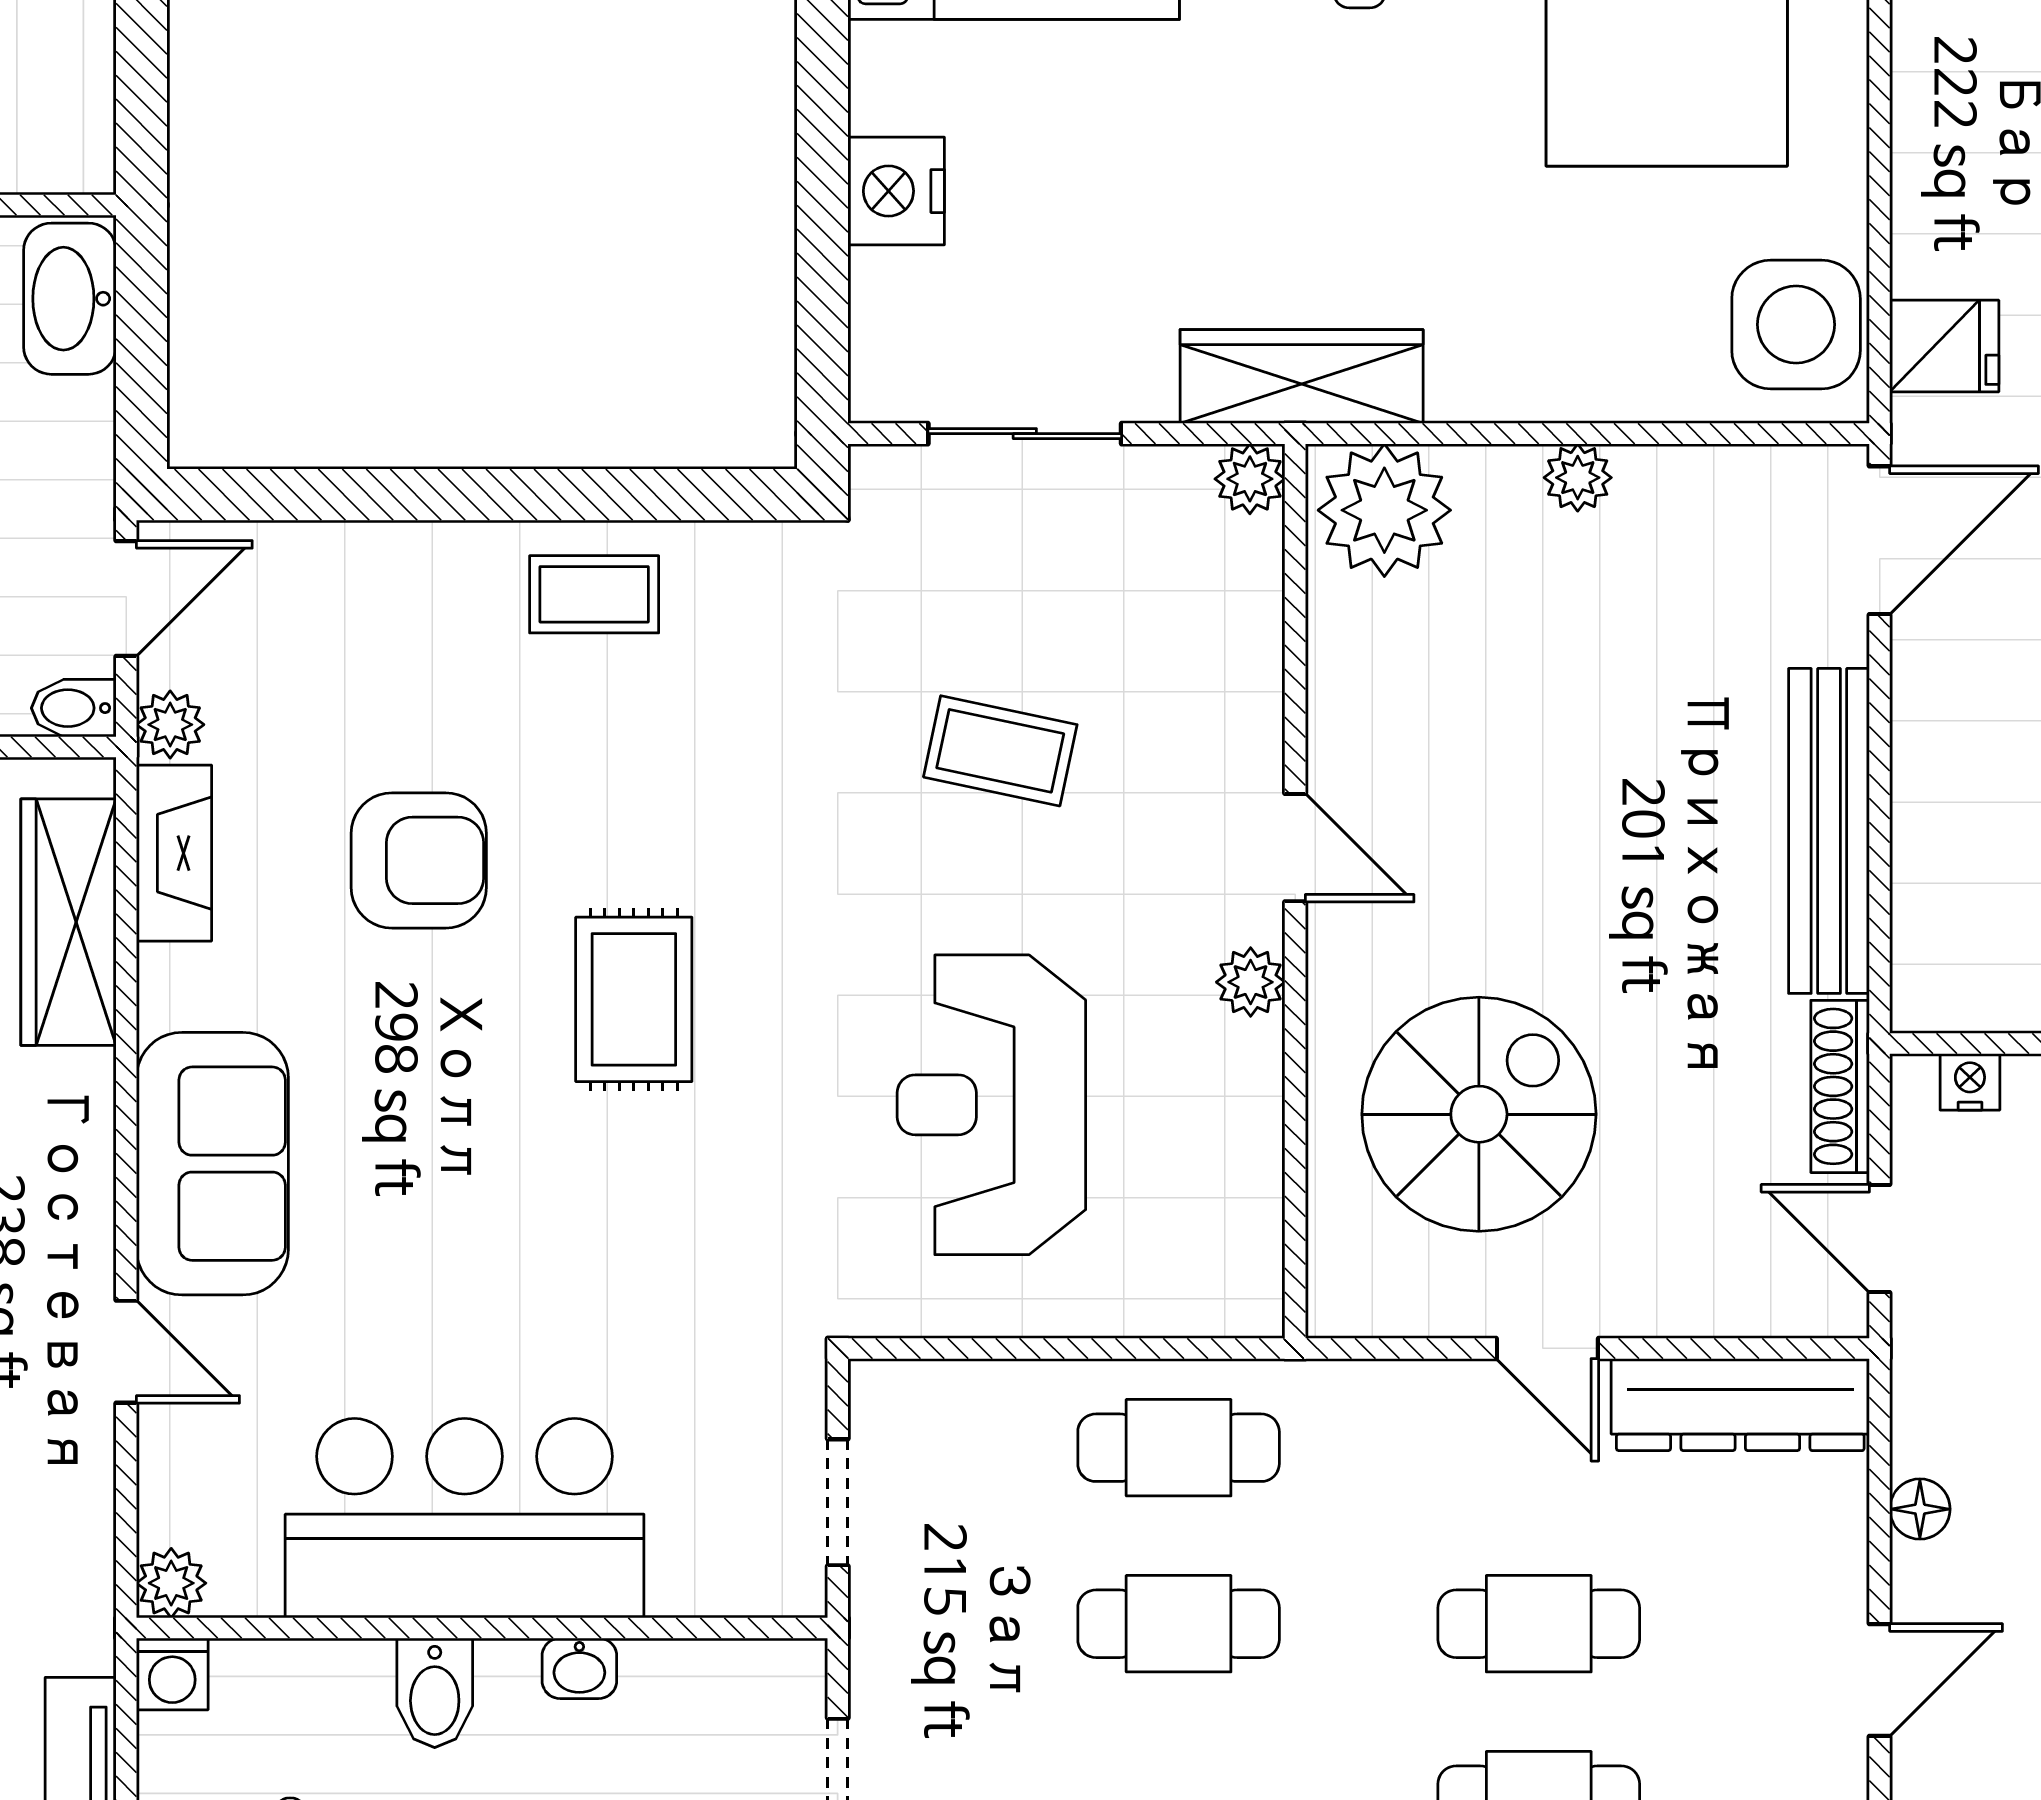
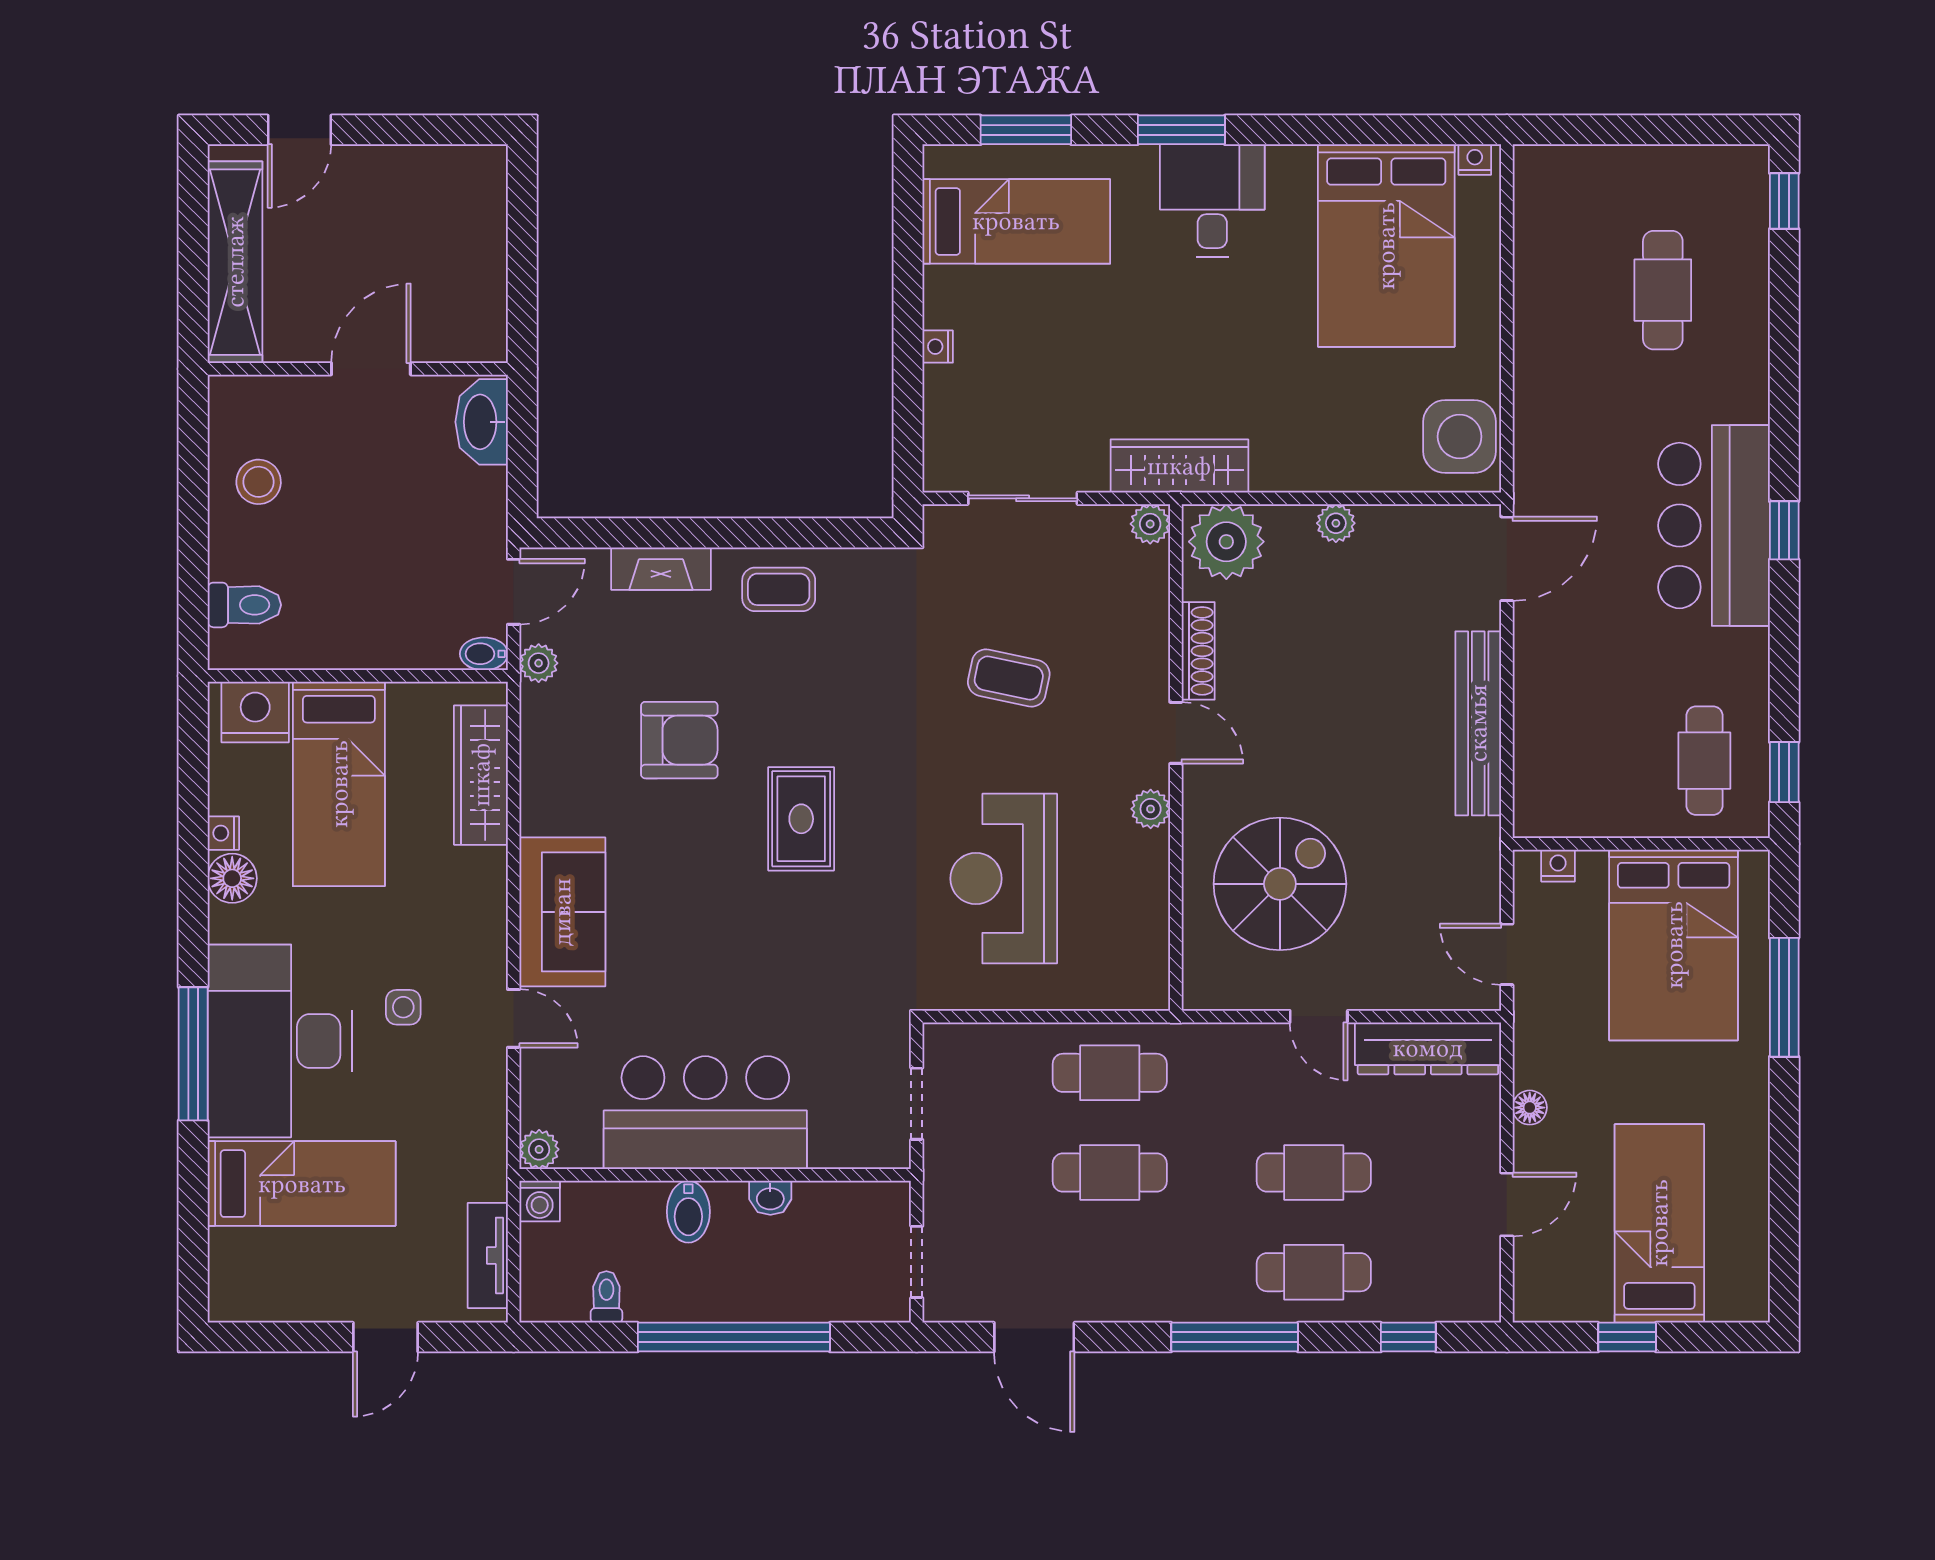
nightstand: (896, 191) -> (938, 347), width x0.53, depth x0.56
fridge: (1944, 346) -> (1544, 449), removed
fireplace: (174, 853) -> (661, 569), moved, turned 90
shoe rack: (1840, 1086) -> (1198, 651), moved, turned 180

